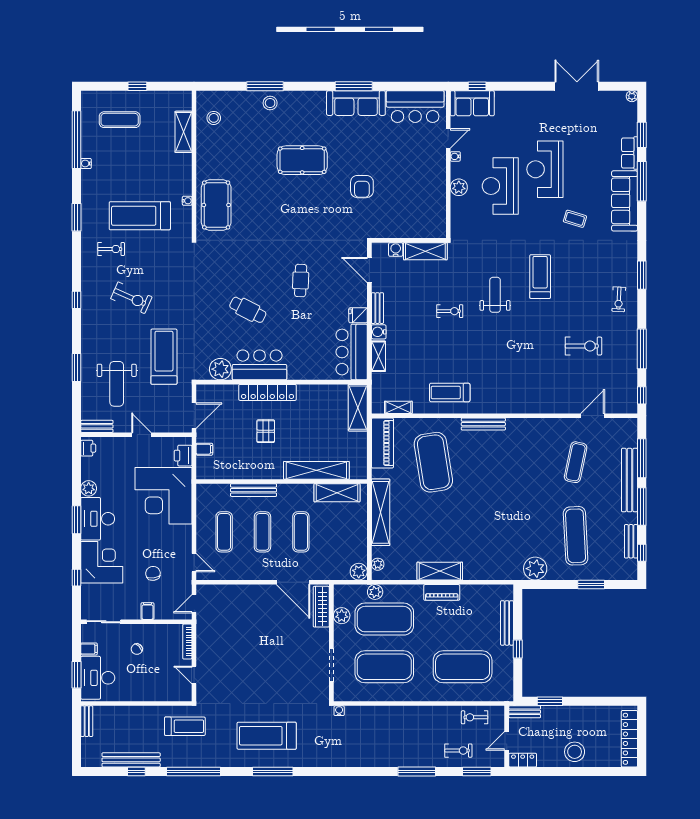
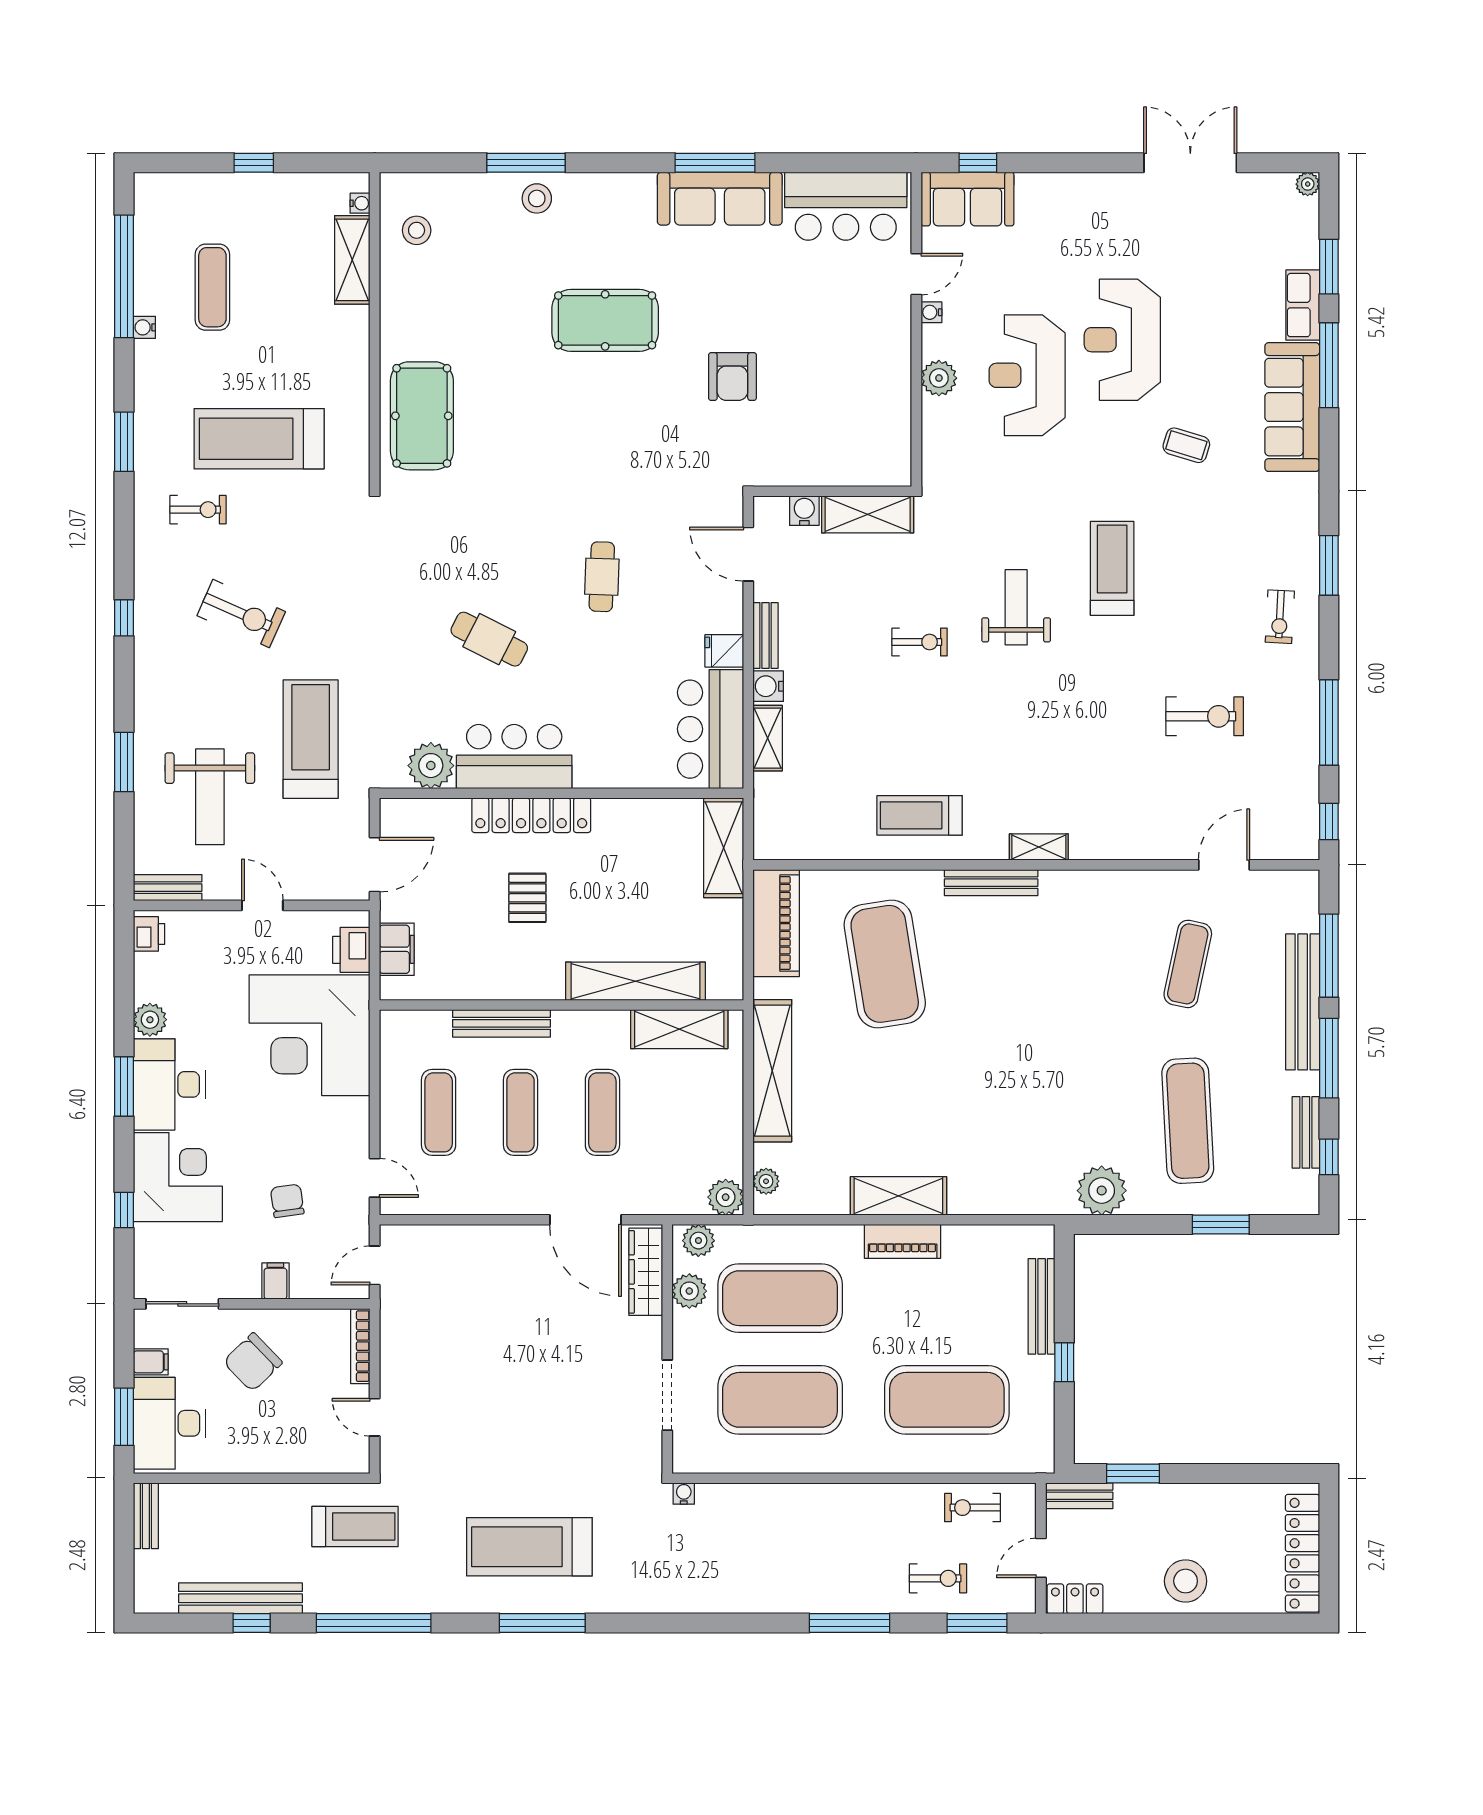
exercise mat: (120, 120) -> (212, 287), moved, turned 90
water cooler: (187, 201) -> (360, 203), moved
shelving: (398, 407) -> (1039, 847), moved
filing cabinet: (204, 449) -> (397, 949), width x2.00
plant: (375, 592) -> (698, 1241), moved
chair: (137, 649) -> (253, 1362), width x1.87, depth x1.87

